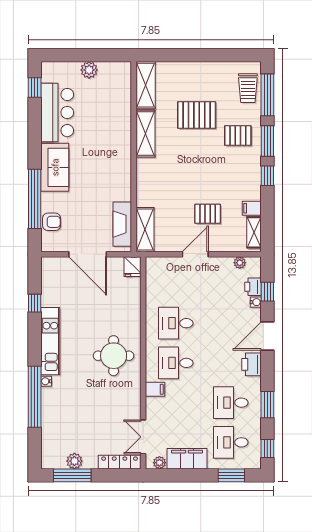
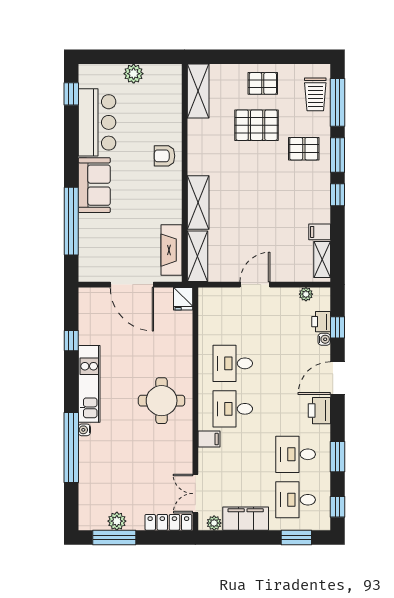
shelving: (145, 134) -> (198, 203), moved
pallet: (208, 214) -> (263, 83), moved
armchair: (52, 222) -> (165, 156), moved, turned 180

